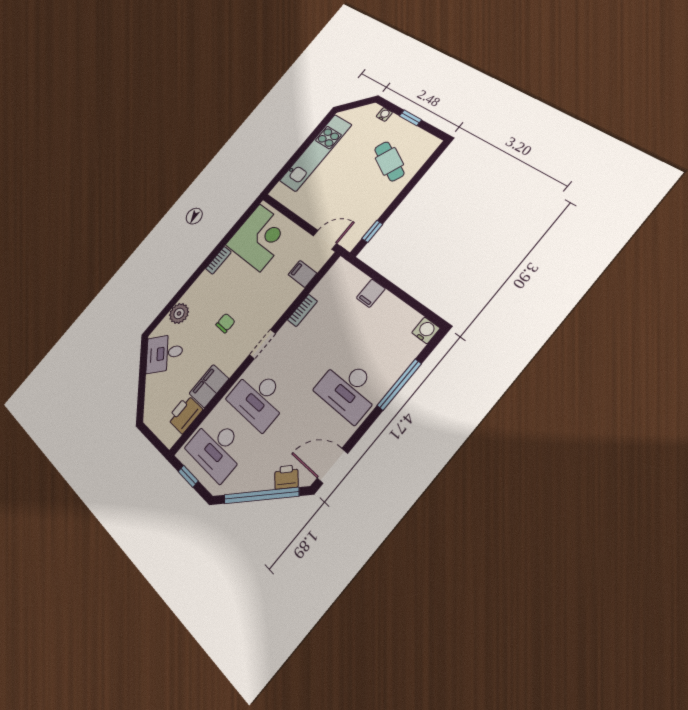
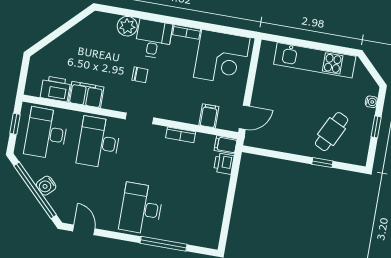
window: (372, 231) -> (322, 163), moved
door: (325, 240) -> (244, 117), hinge flipped
filing cabinet: (371, 293) -> (226, 145), moved
water cooler: (426, 330) -> (46, 186), moved, turned 135
desk: (164, 353) -> (153, 39), moved, turned 45
door: (332, 466) -> (84, 230), width x0.73
printer: (286, 477) -> (224, 164), moved, turned -135

